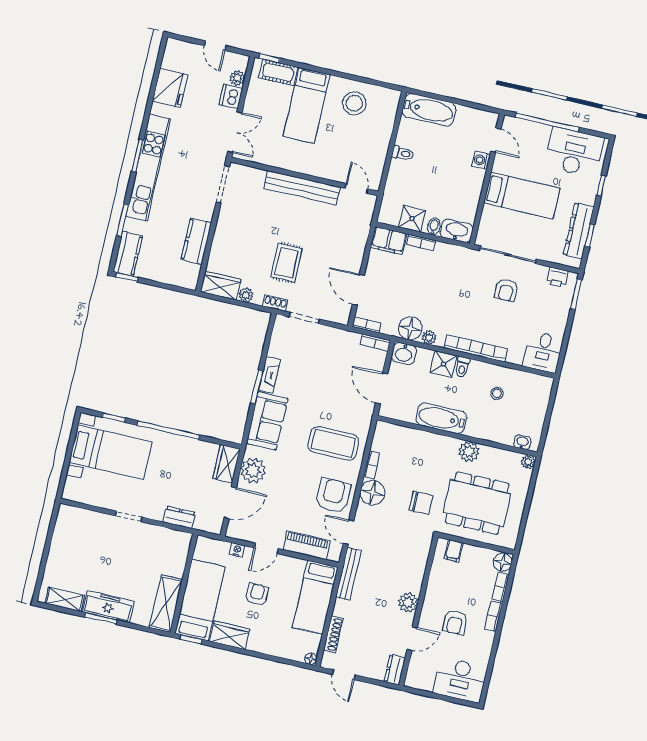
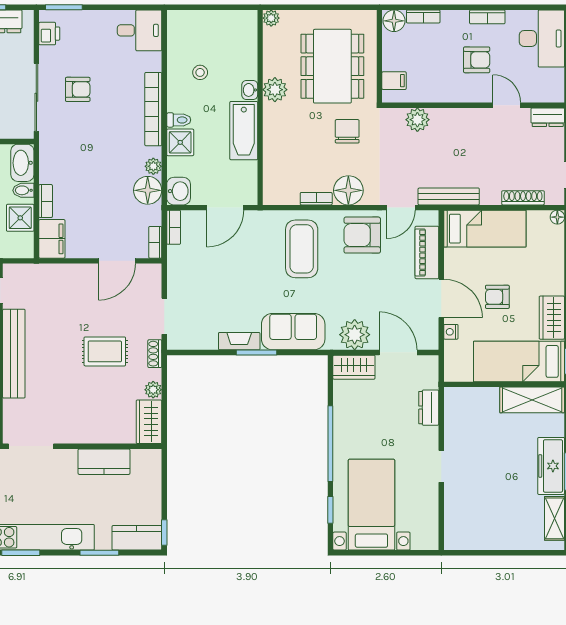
washbasin: (522, 442) -> (250, 90), moved
door: (266, 548) -> (441, 298), width x1.38
plant: (408, 602) -> (417, 120), moved
bookcase: (494, 616) -> (487, 17), moved

